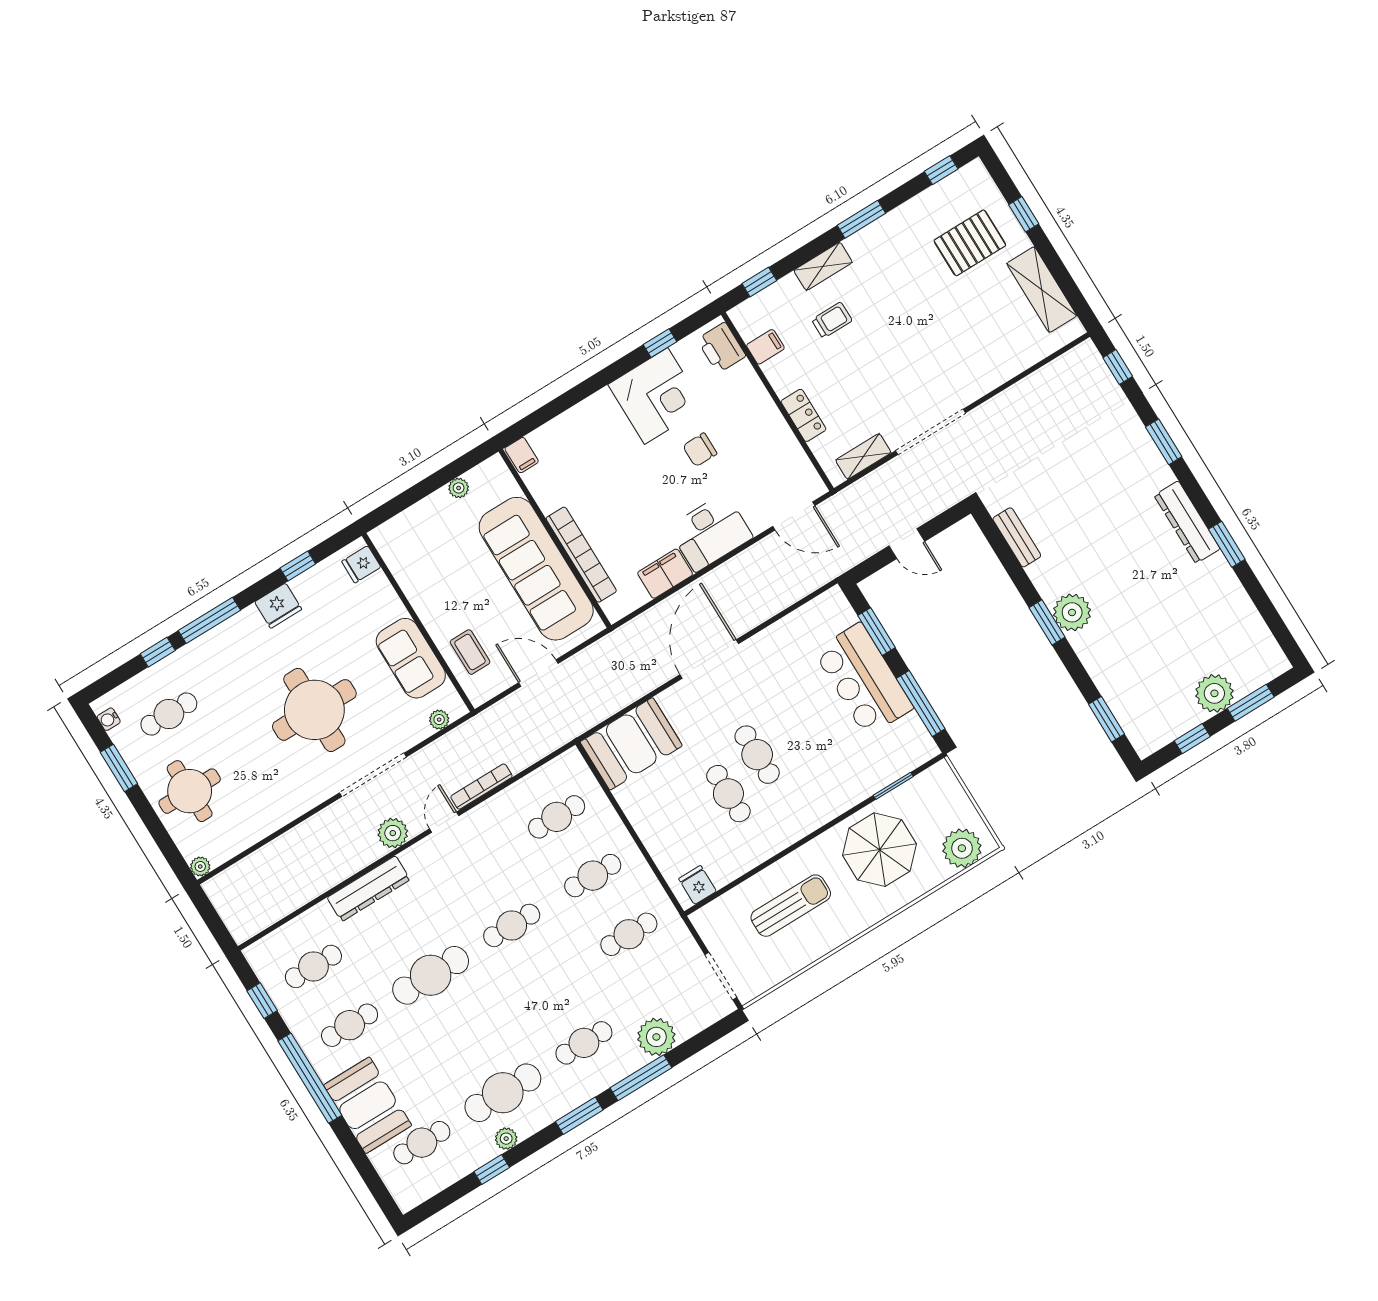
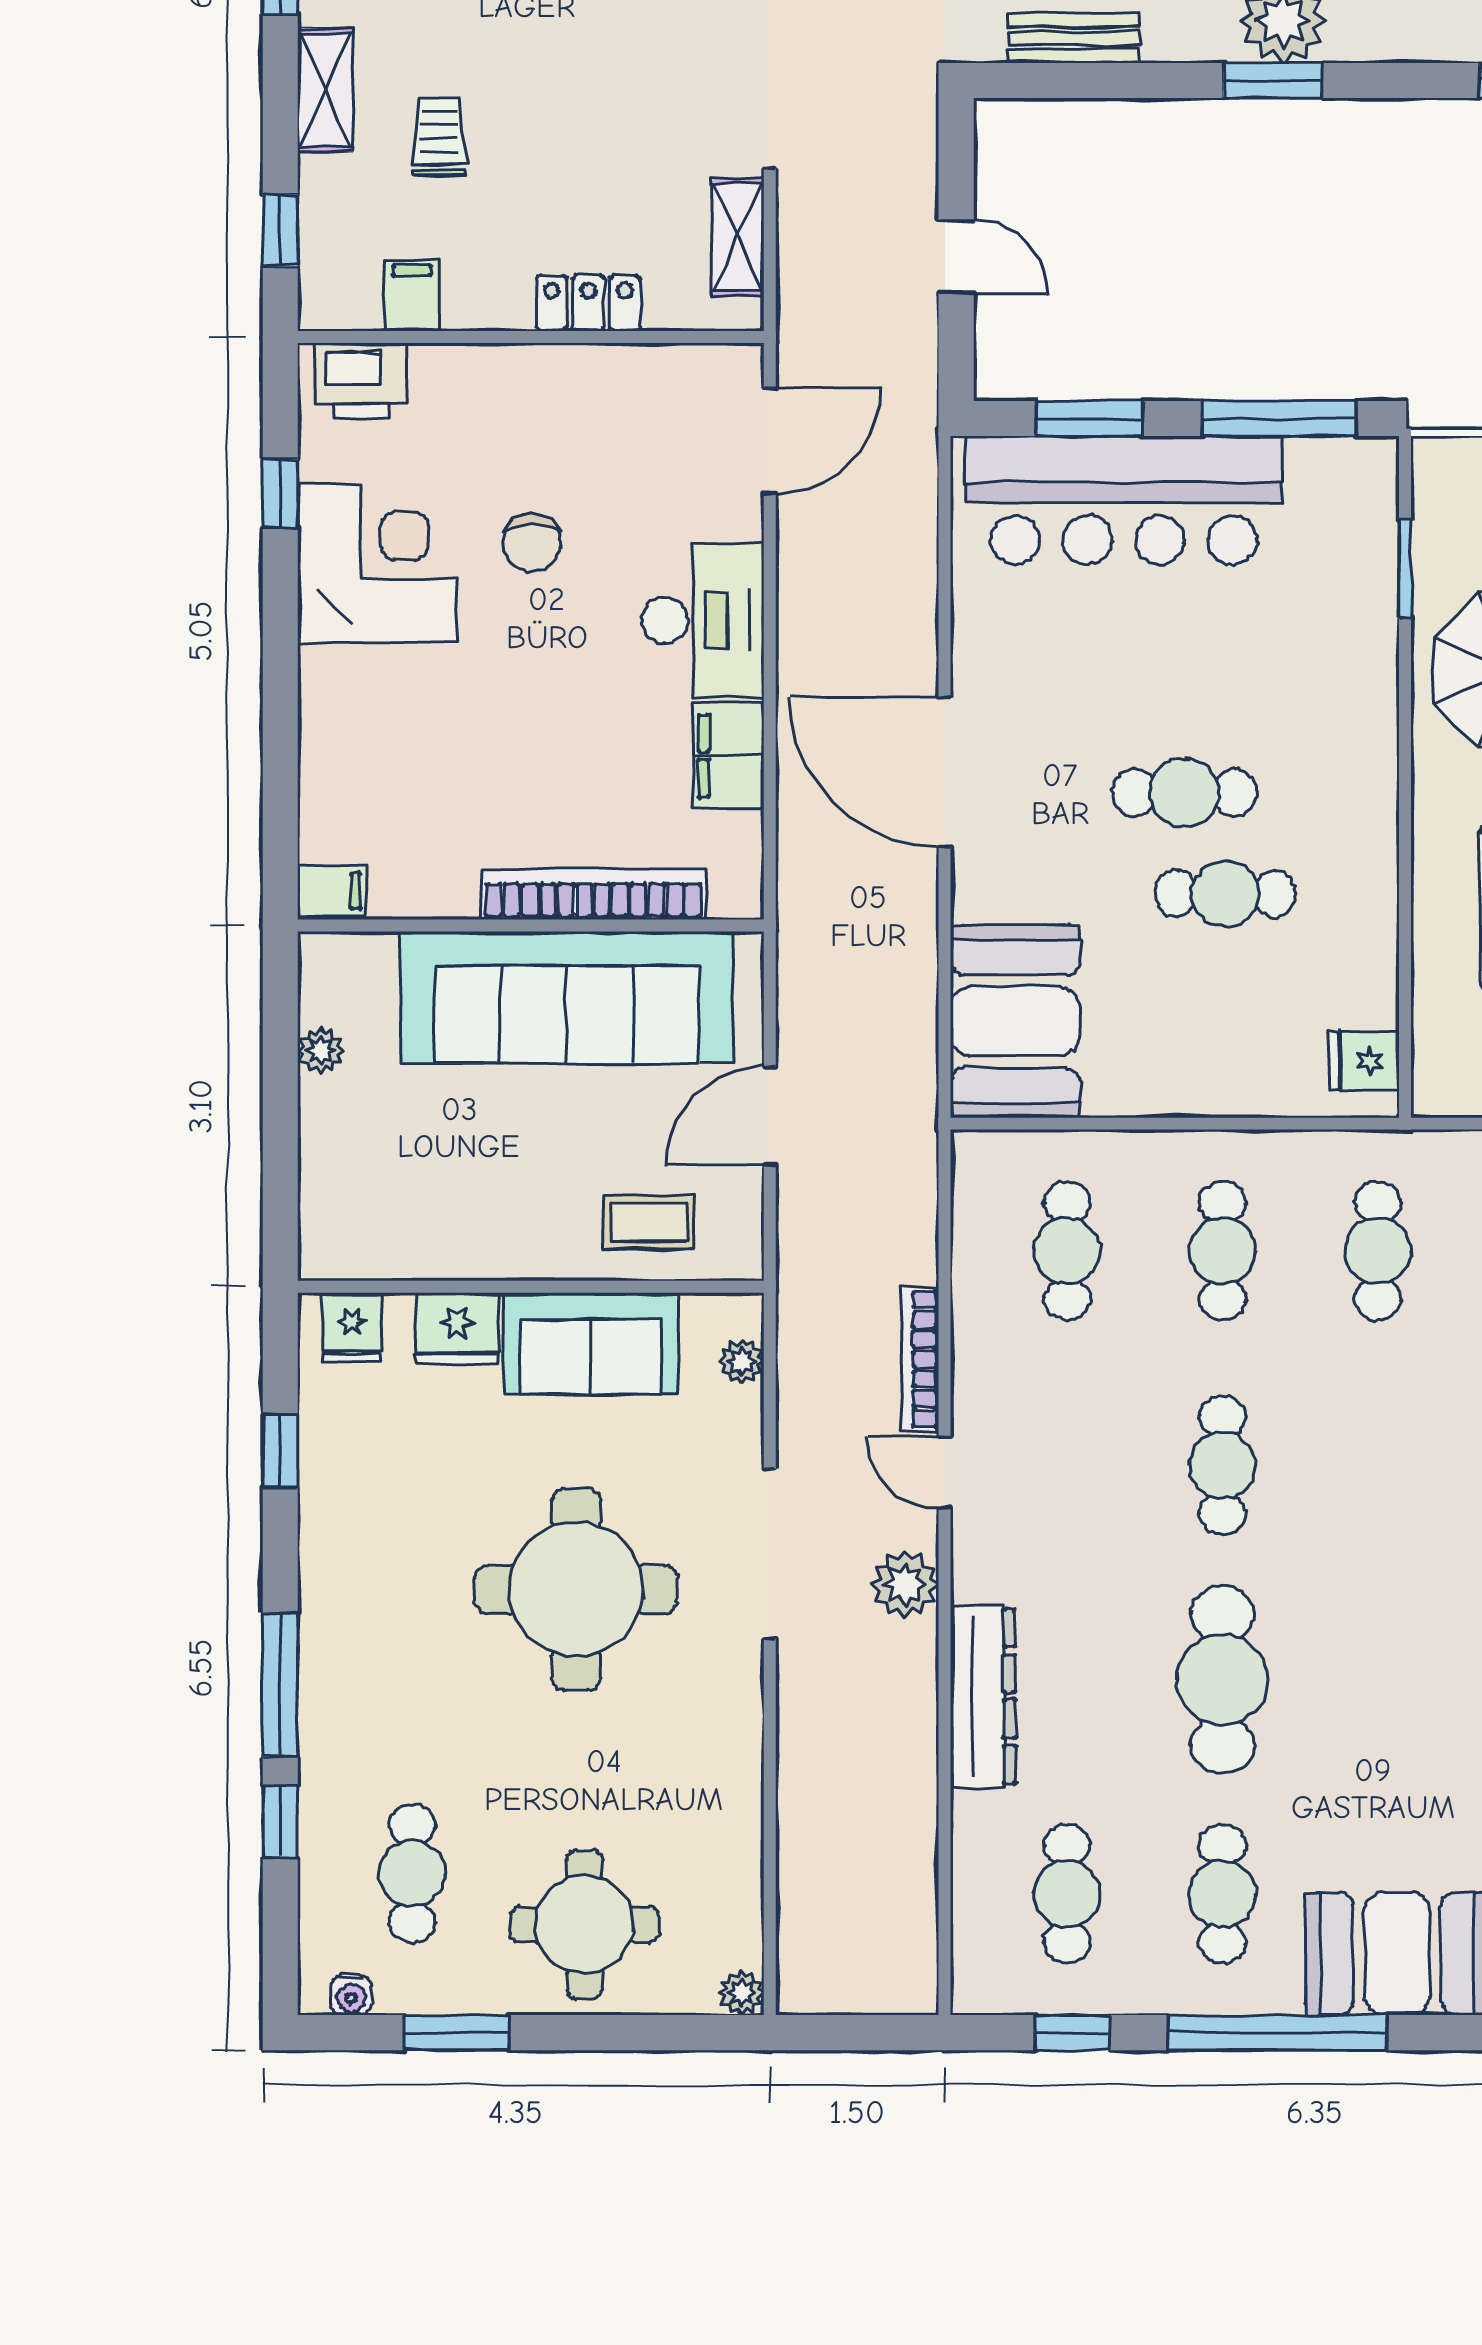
door: (907, 544) -> (956, 257), hinge flipped
fridge: (278, 606) -> (457, 1328), moved, turned 90
bar counter: (863, 680) -> (1124, 500), width x1.36

